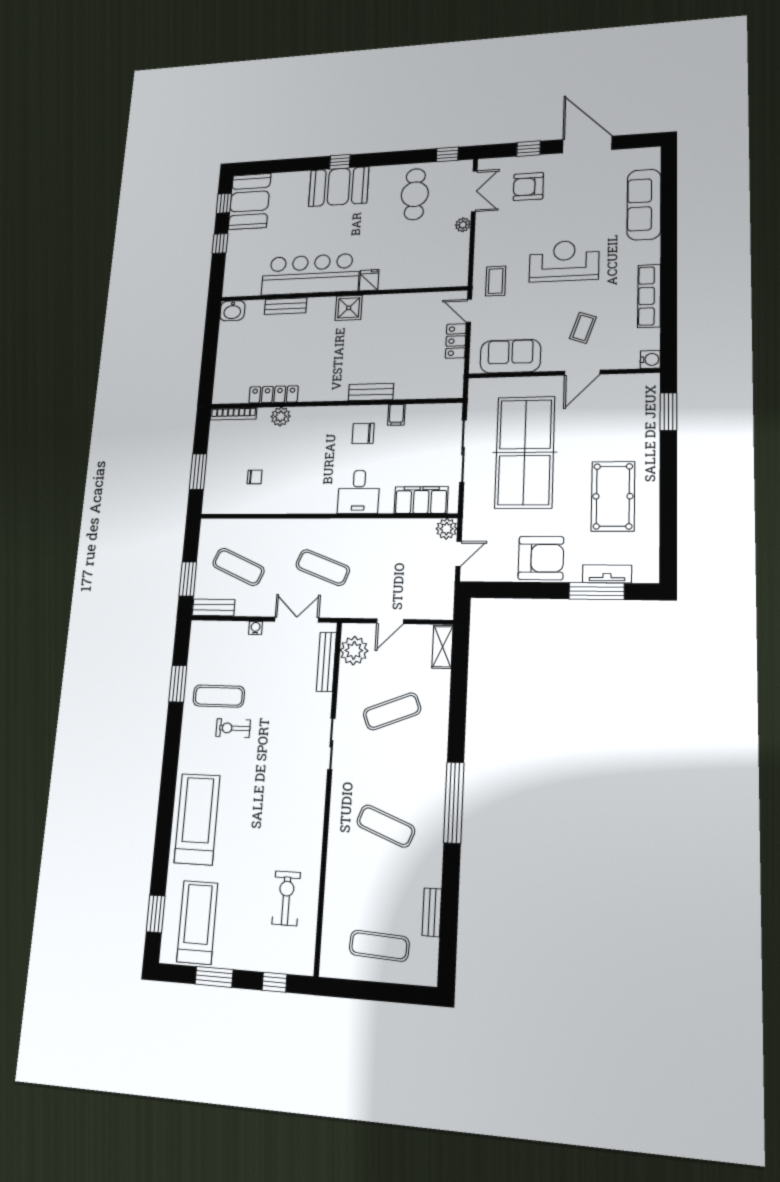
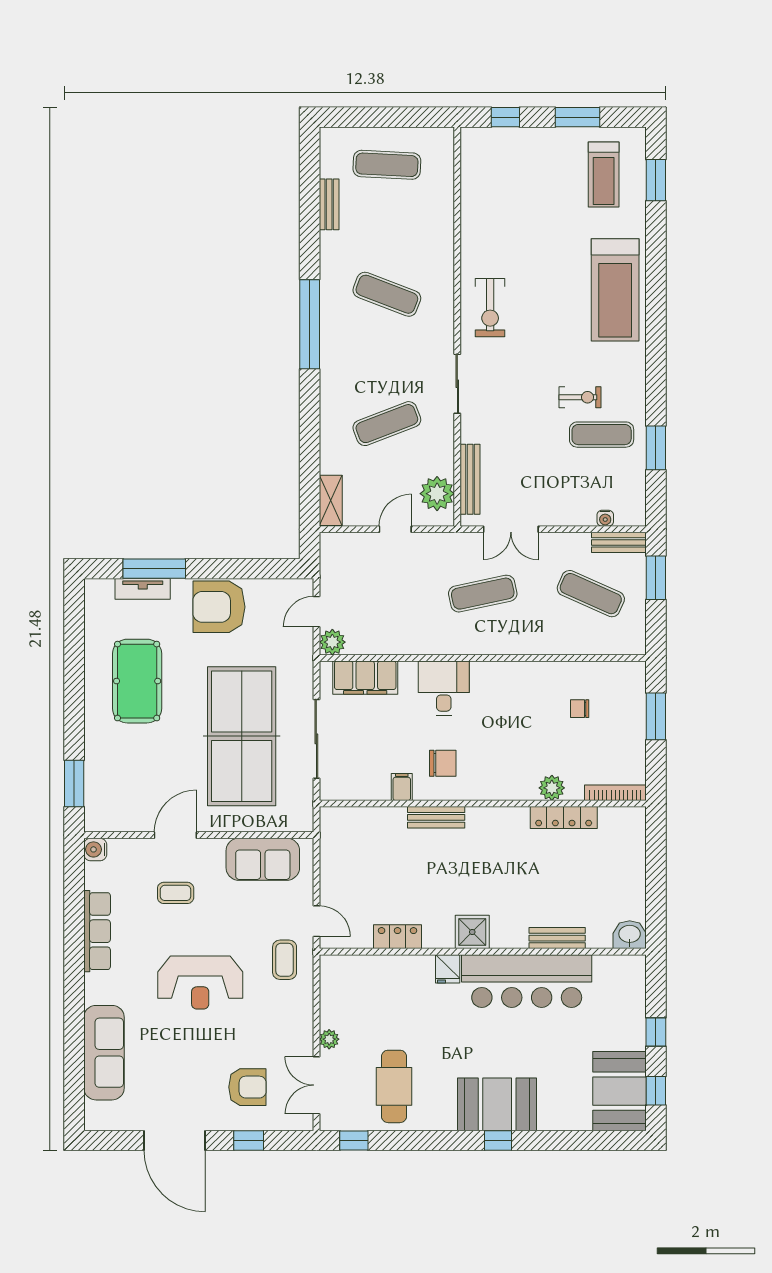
coffee table: (583, 328) -> (176, 893), turned 71
locker: (456, 341) -> (398, 937), moved, turned -90
exercise mat: (323, 568) -> (483, 594), turned -33
water cooler: (255, 628) -> (605, 518), moved
exercise bike: (286, 898) -> (490, 308), moved
treadmill: (197, 922) -> (604, 174), width x0.73, depth x0.73

